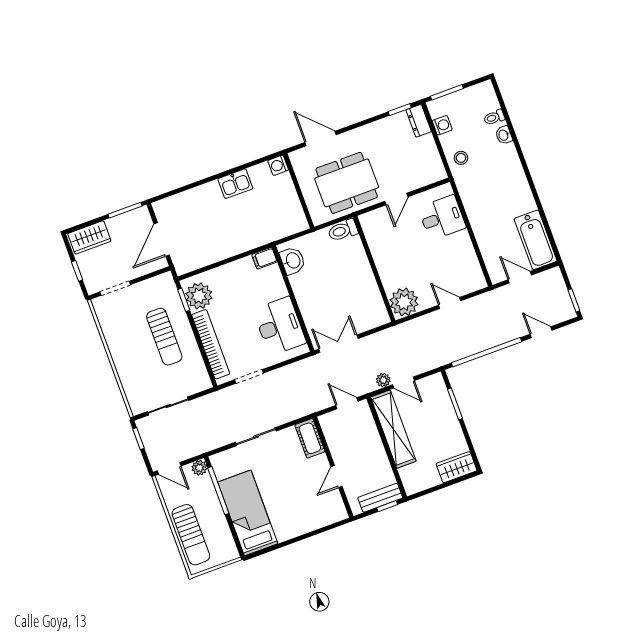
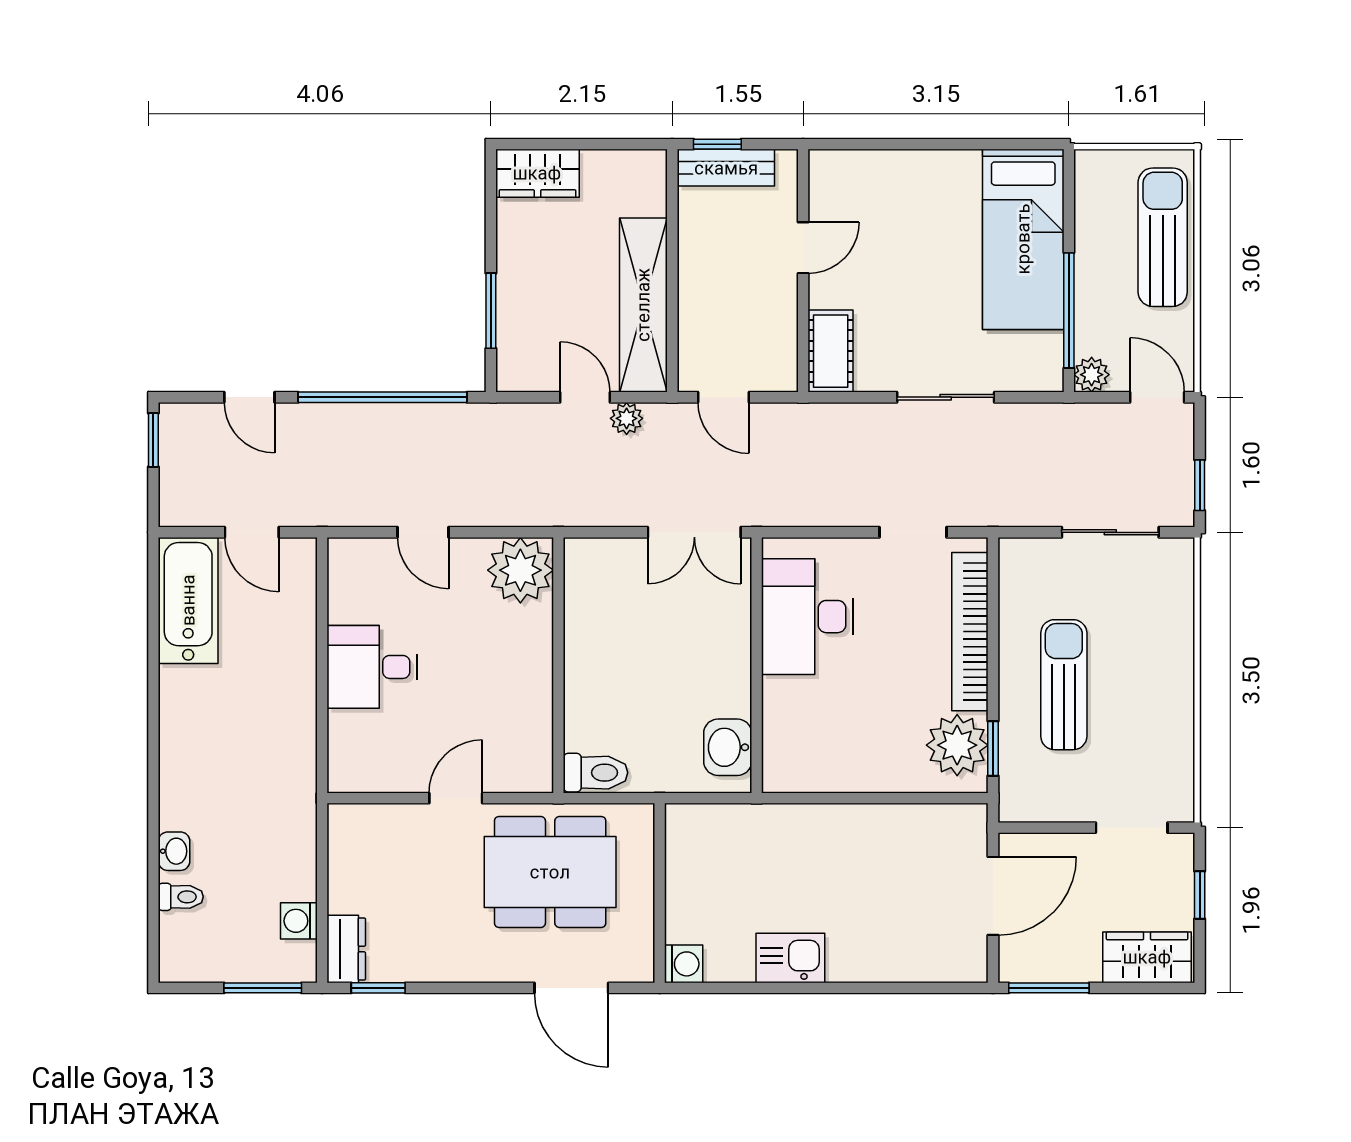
stool: (461, 158) -> (284, 836), removed
desk: (442, 218) -> (372, 667), moved
filing cabinet: (264, 258) -> (786, 775), removed

